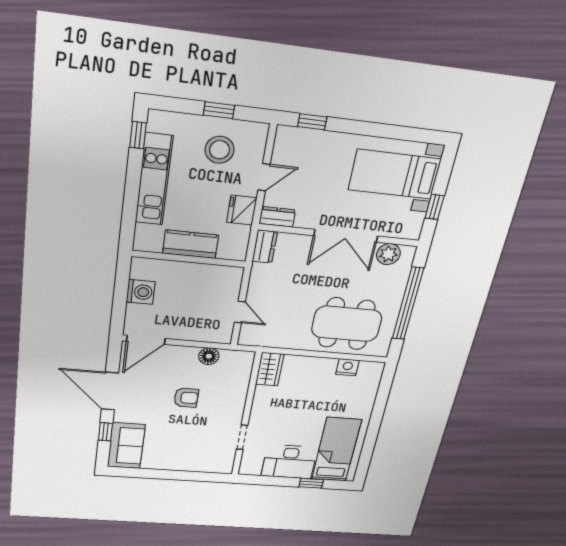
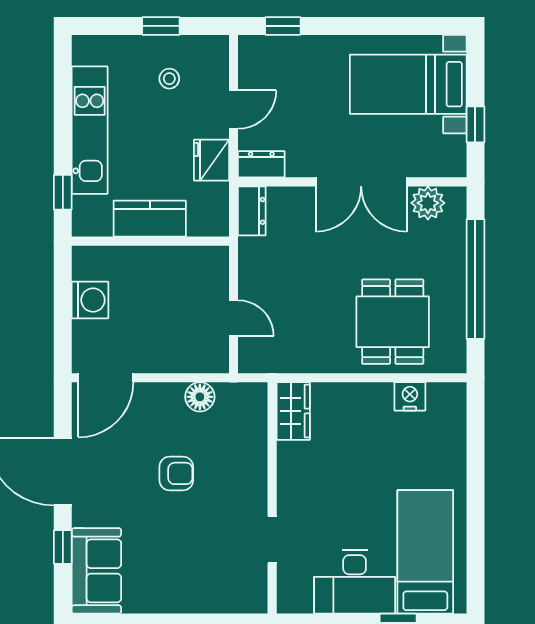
window: (138, 135) -> (63, 192), moved
stool: (220, 150) -> (169, 79), width x0.53, depth x0.53
dining table: (347, 324) -> (393, 322), width x0.73

